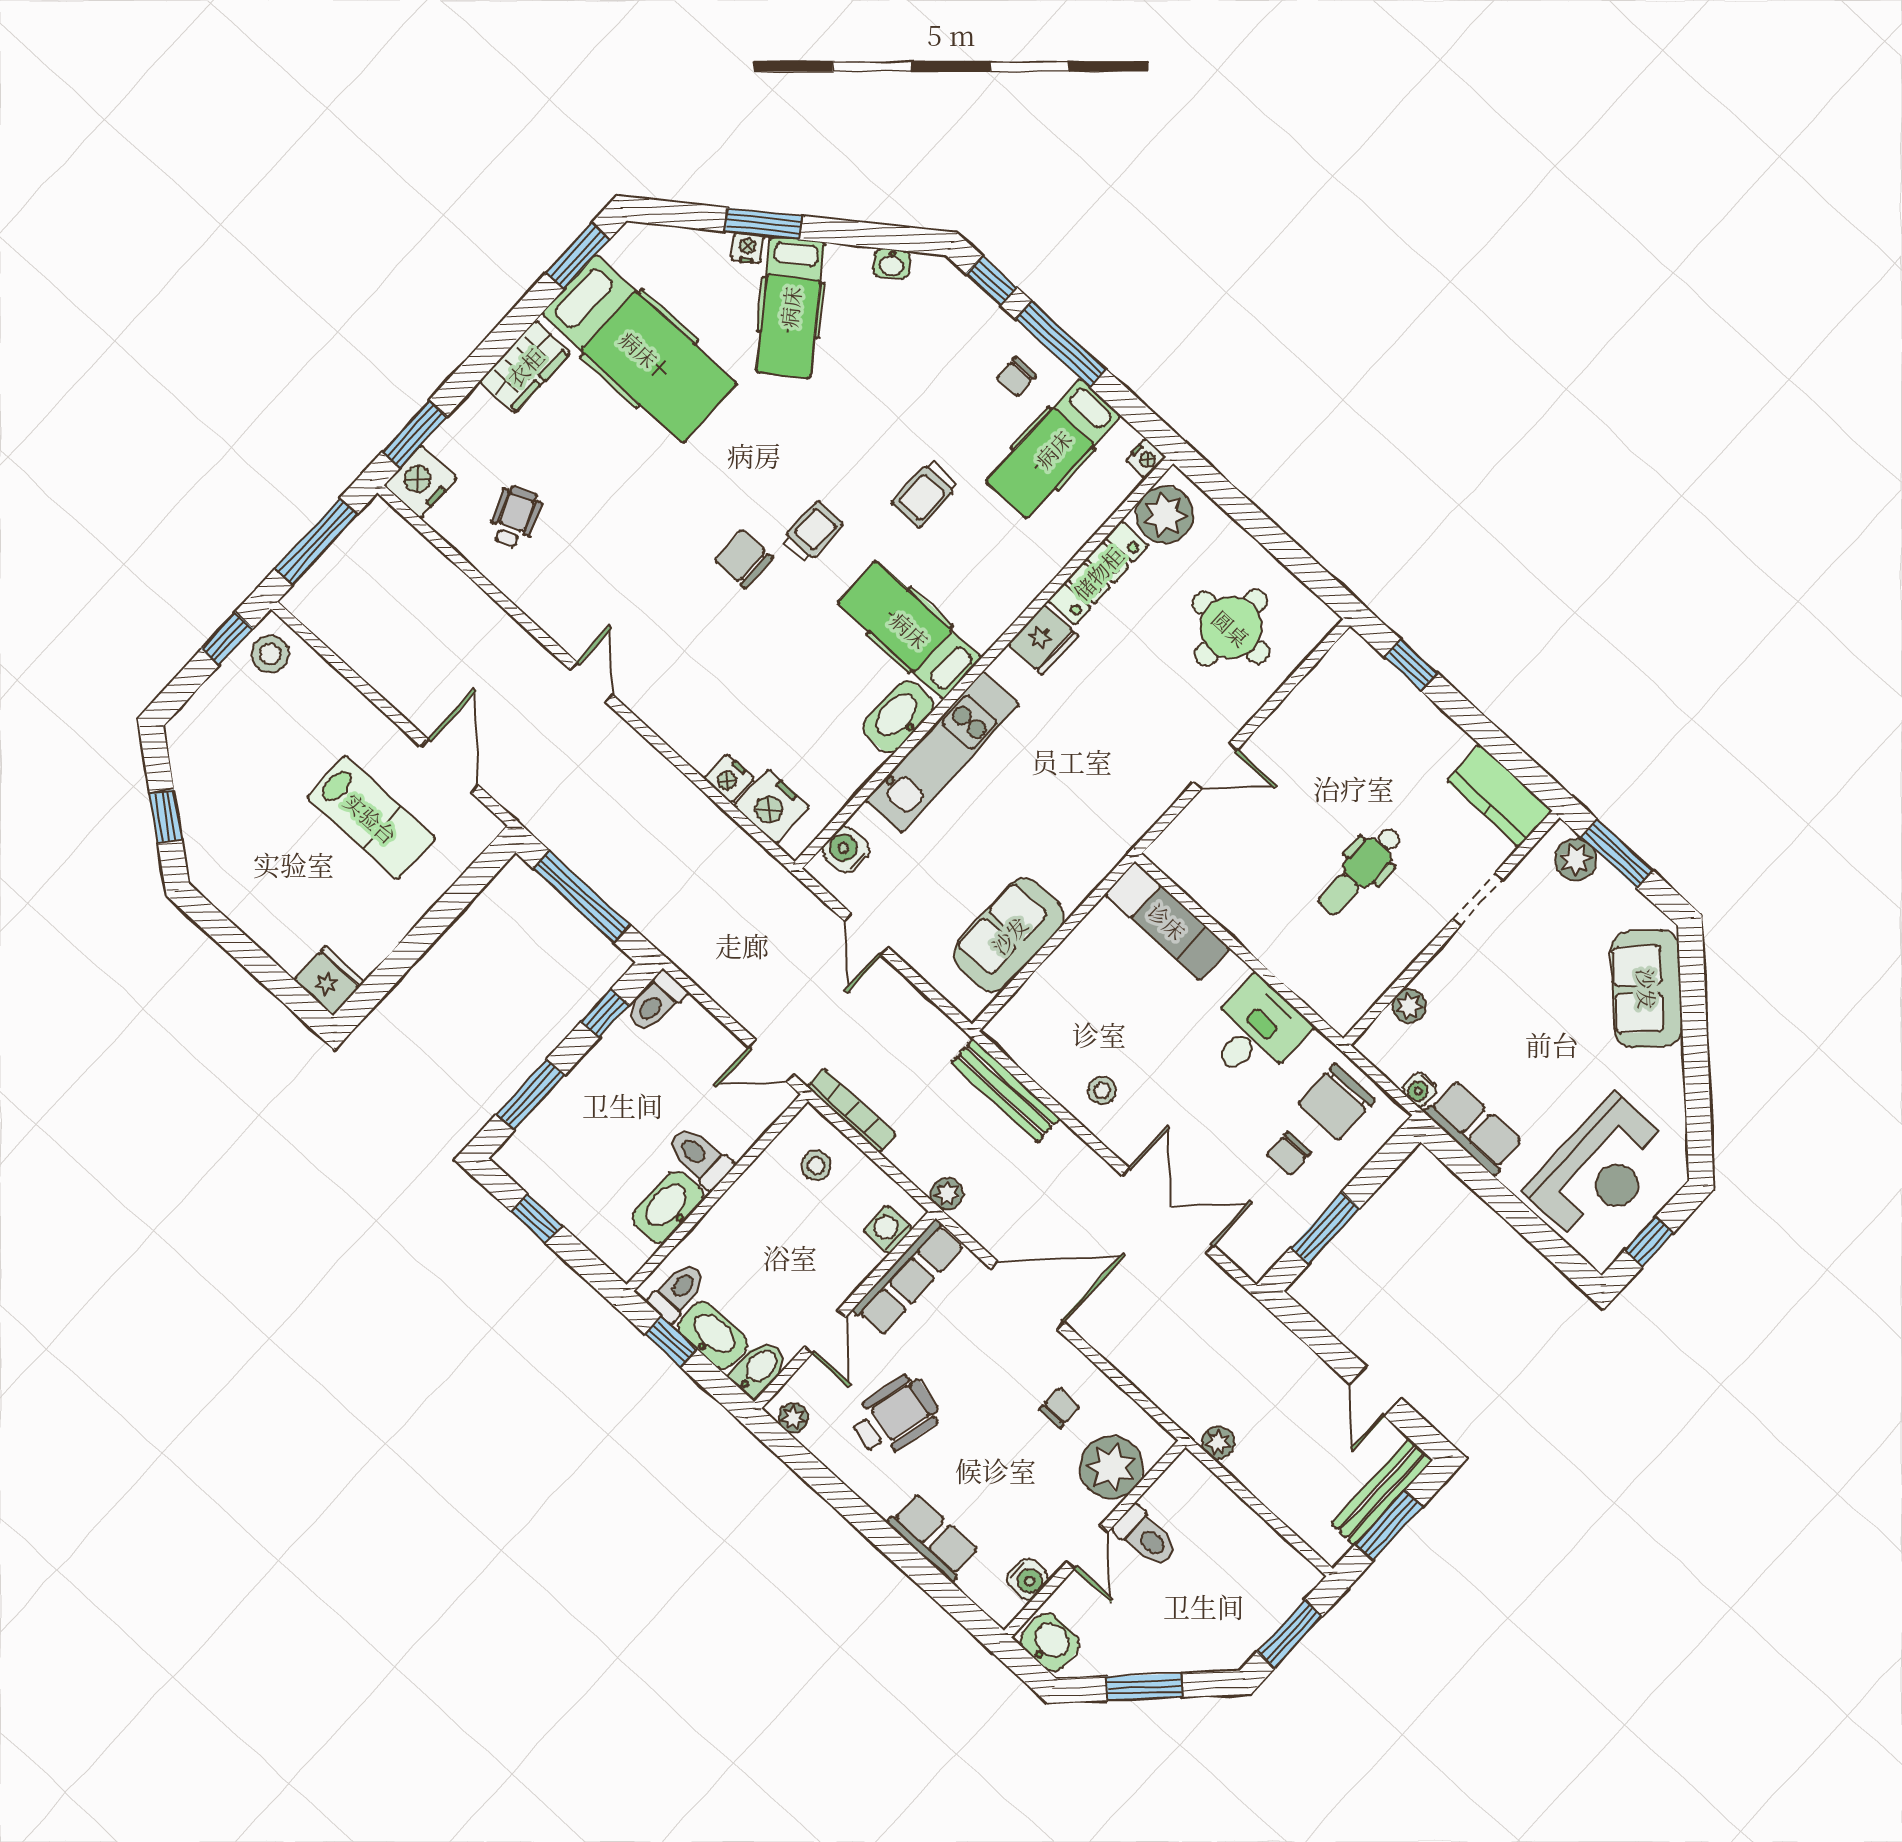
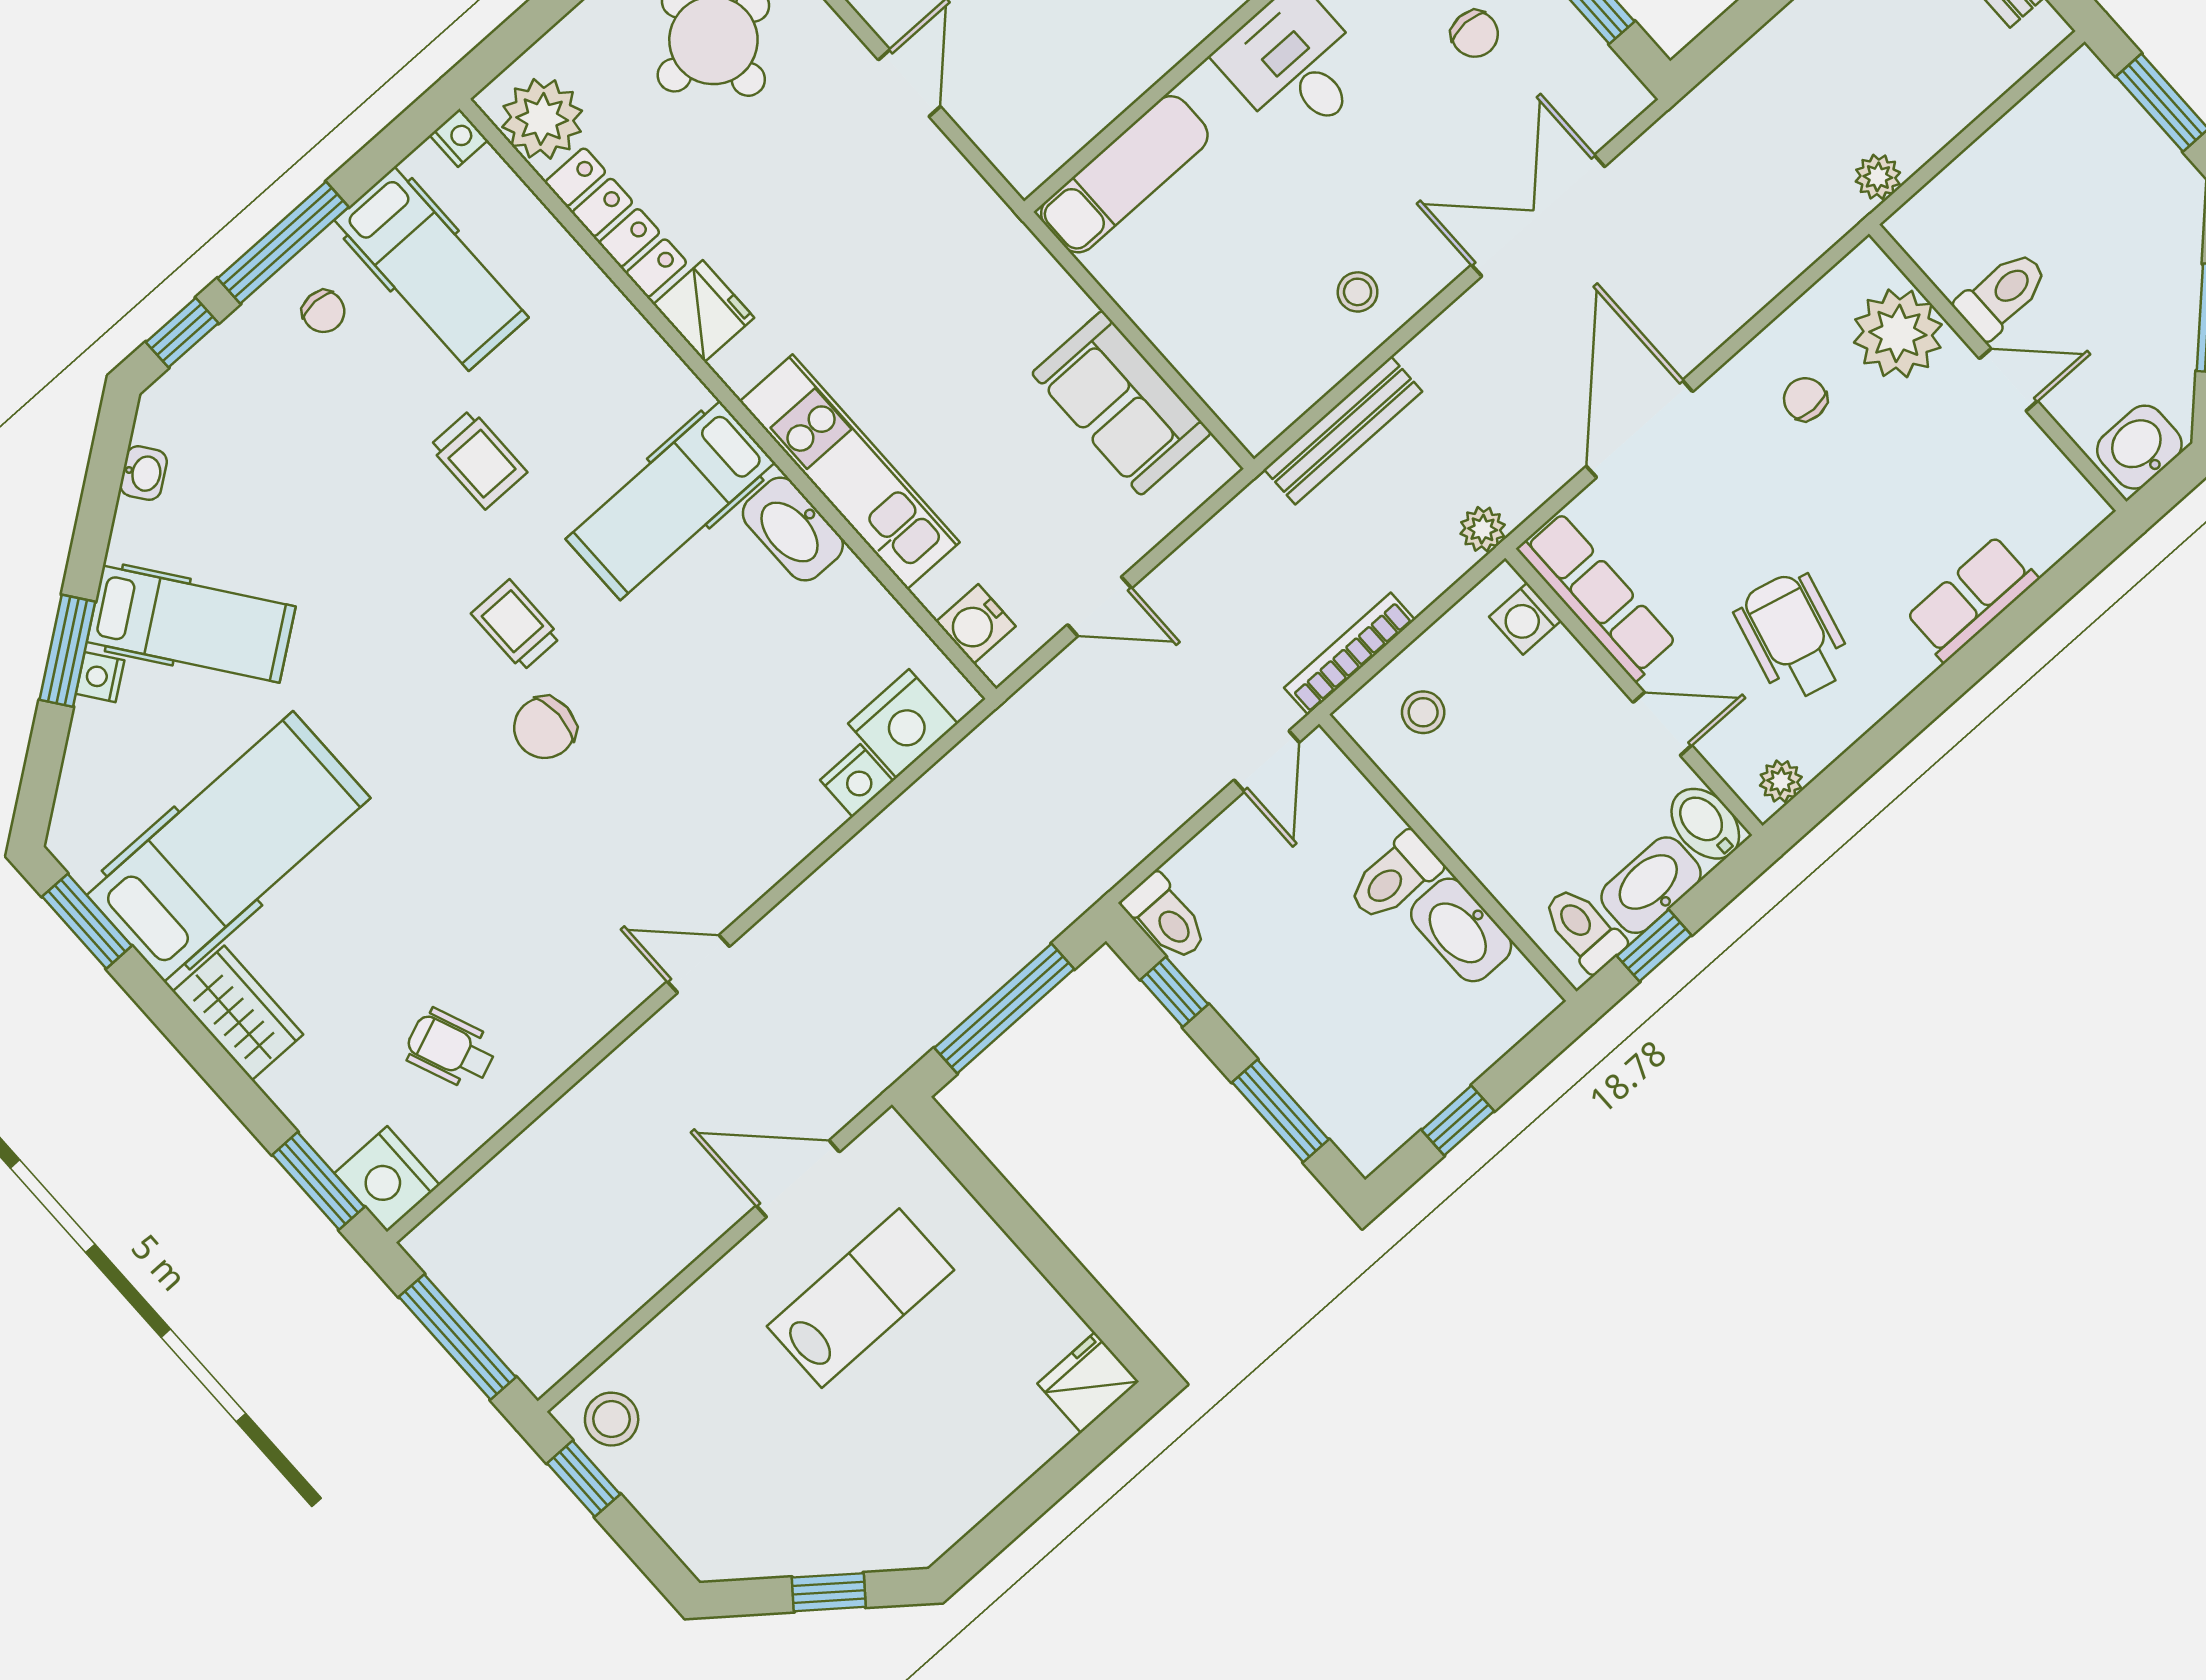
water cooler: (1028, 1579) -> (2046, 470), removed

